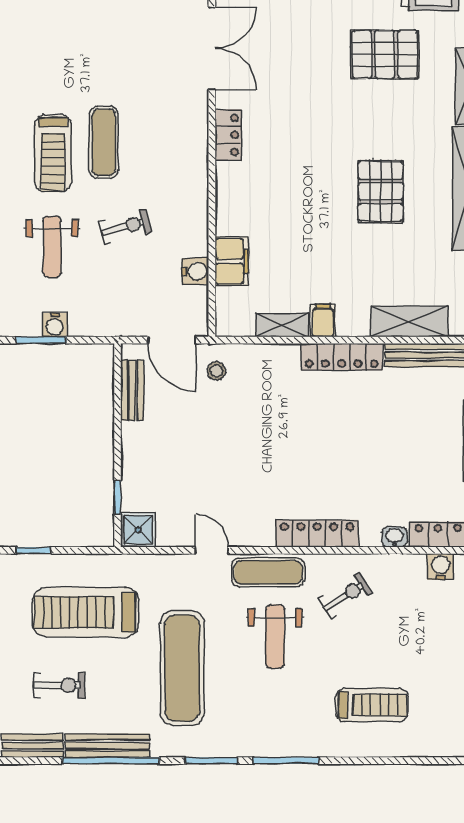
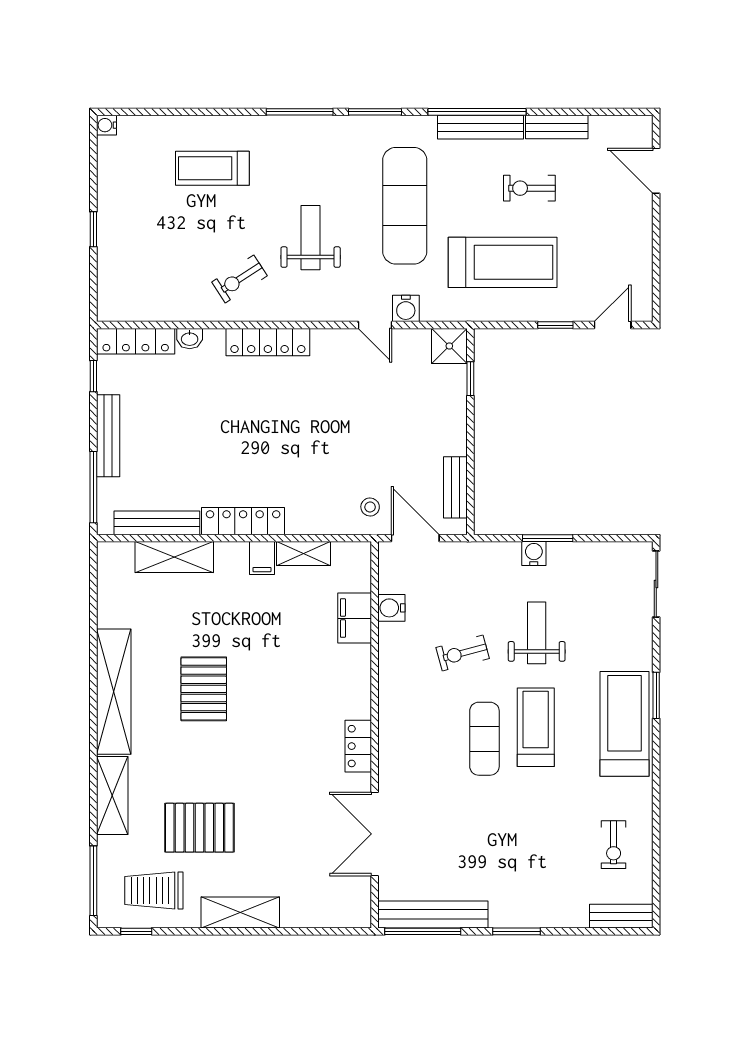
water cooler: (441, 567) -> (406, 308), moved
exercise mat: (268, 572) -> (318, 303), removed

